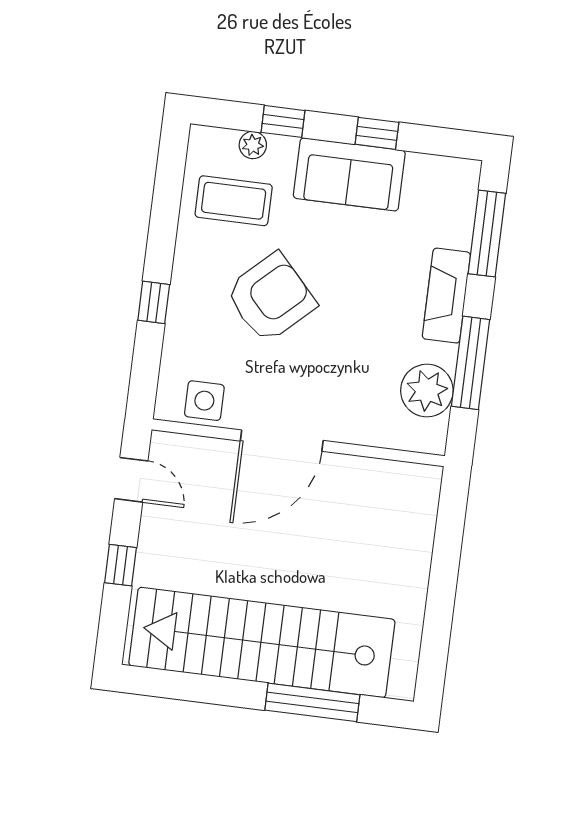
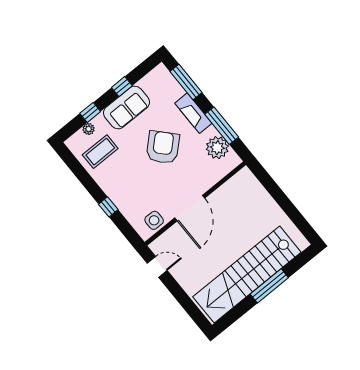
armchair: (271, 298) -> (163, 147), moved
window: (121, 565) -> (181, 296), removed
window: (312, 702) -> (269, 286), moved

